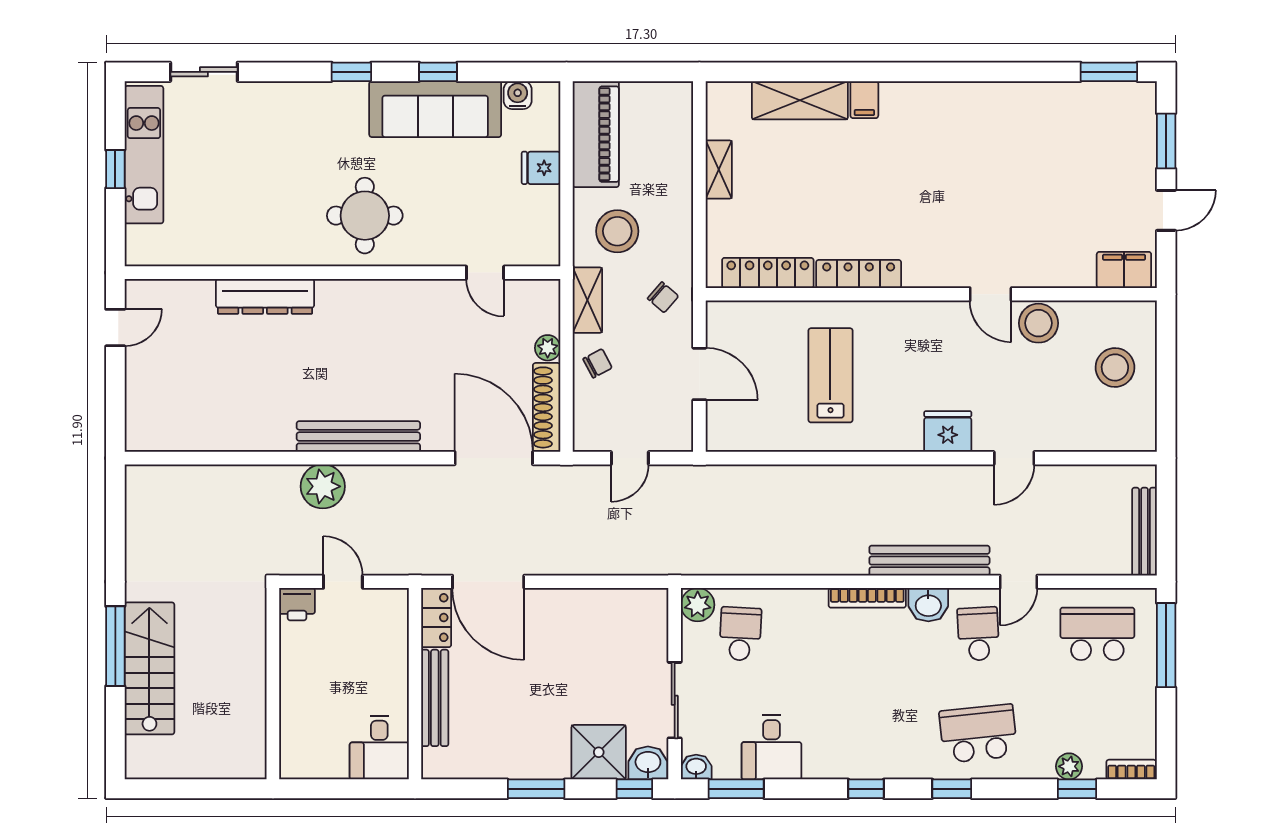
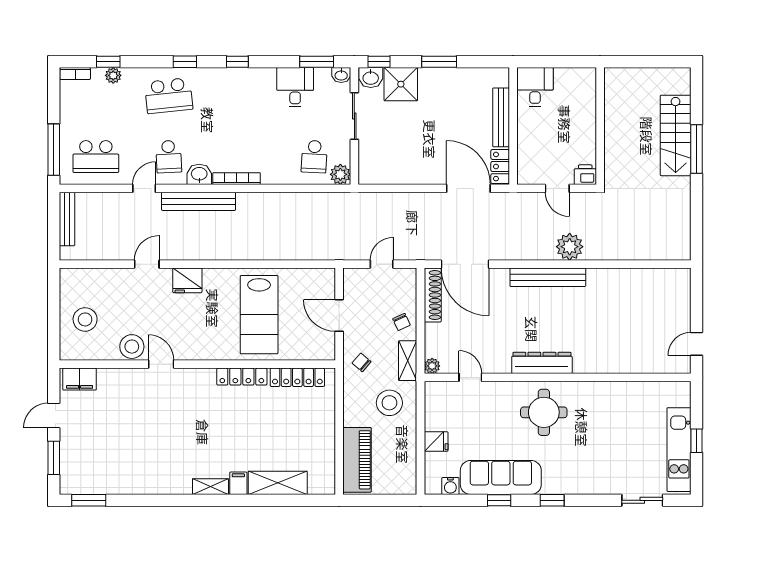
piano: (596, 134) -> (357, 460), moved, turned 180
shelving: (719, 170) -> (210, 487), moved, turned 90
dresser: (265, 296) -> (542, 363), moved
plant: (548, 348) -> (432, 366), moved
chair: (598, 363) -> (402, 322), turned -87
lab bench: (830, 375) -> (259, 315), width x1.36, depth x1.39

